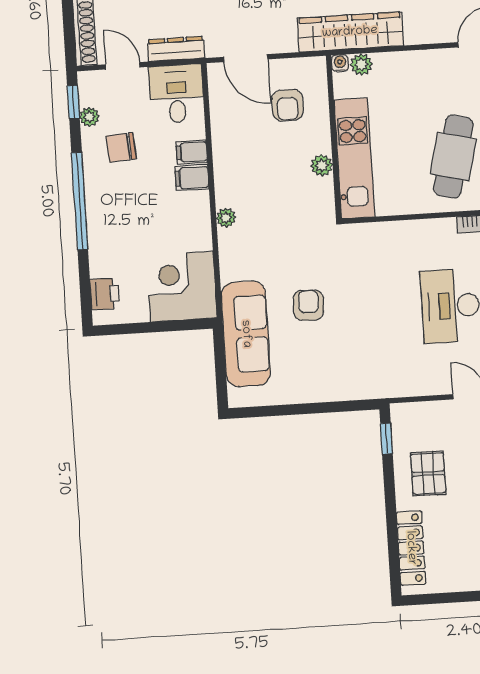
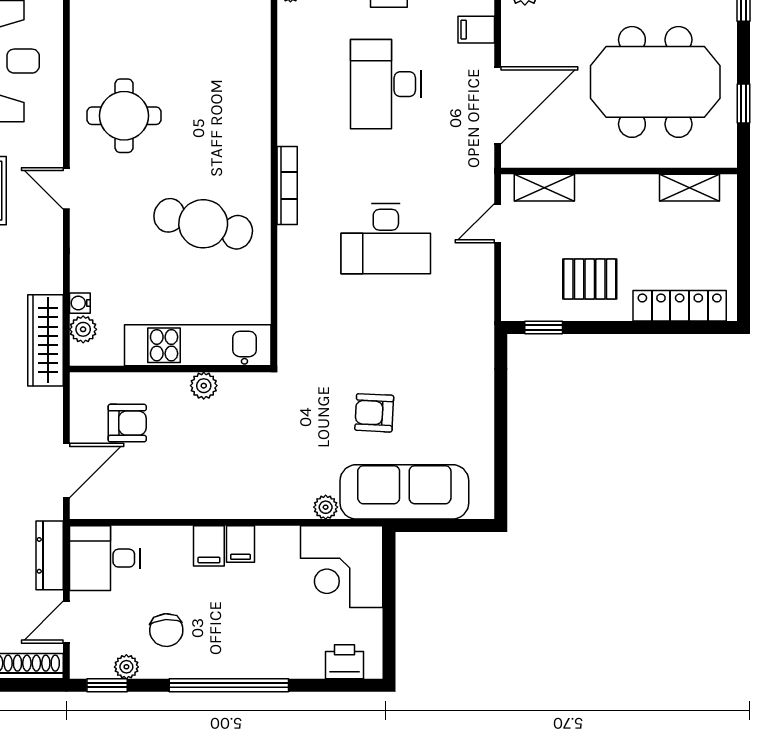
wardrobe: (350, 32) -> (46, 340), width x0.71, depth x0.85
water cooler: (340, 63) -> (80, 303), moved
filing cabinet: (192, 152) -> (241, 544), moved
plant: (226, 218) -> (326, 507), moved

